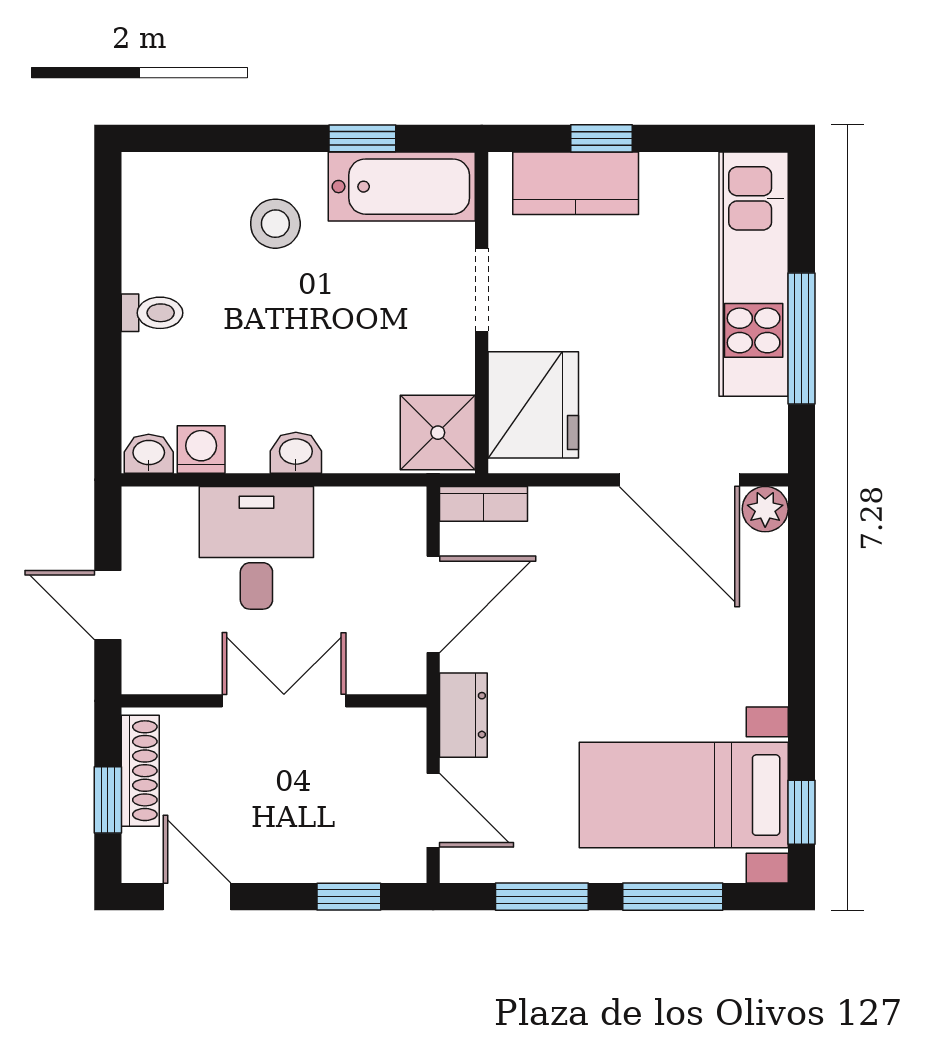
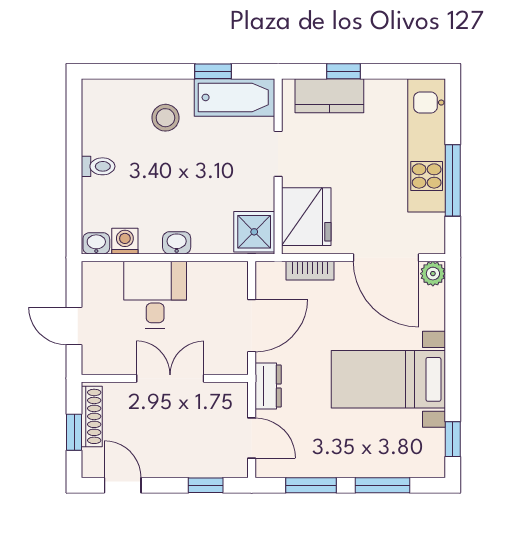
bookcase: (483, 504) -> (310, 271), moved
bed with nightstands: (684, 795) -> (388, 379), moved

